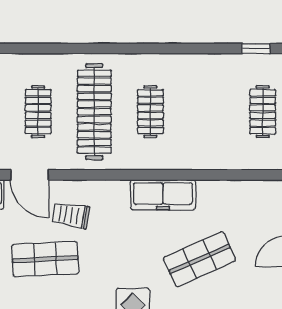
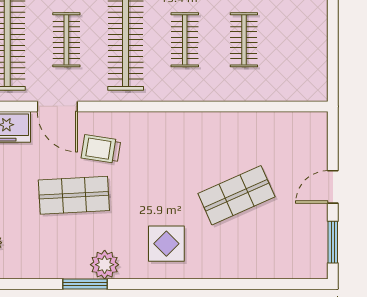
clothes rail: (263, 112) -> (244, 40), moved
freezer: (163, 195) -> (198, 127), removed

